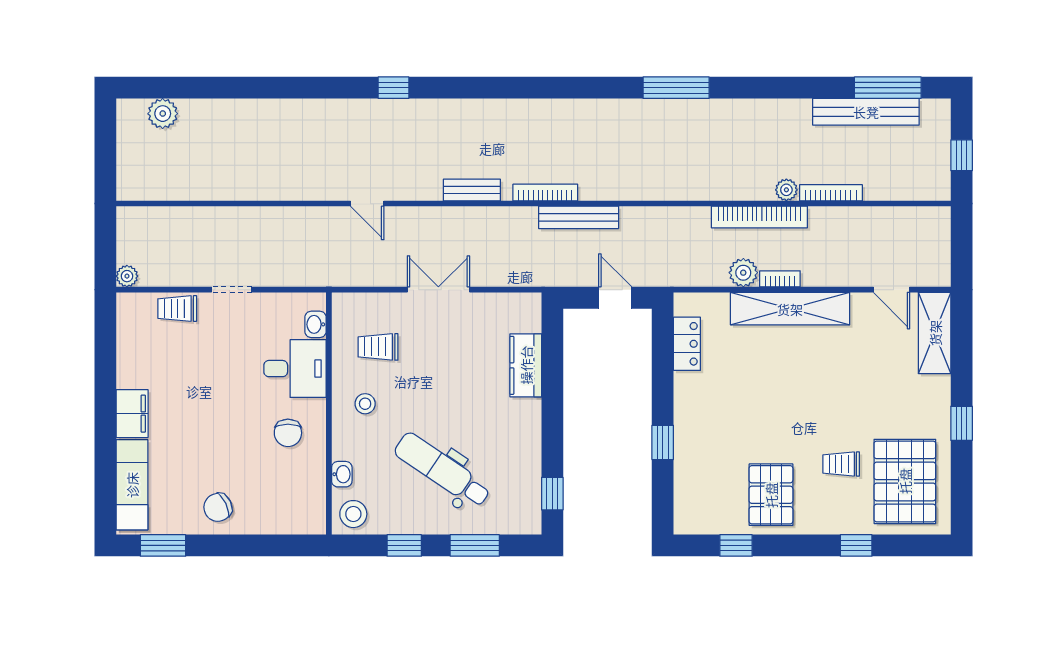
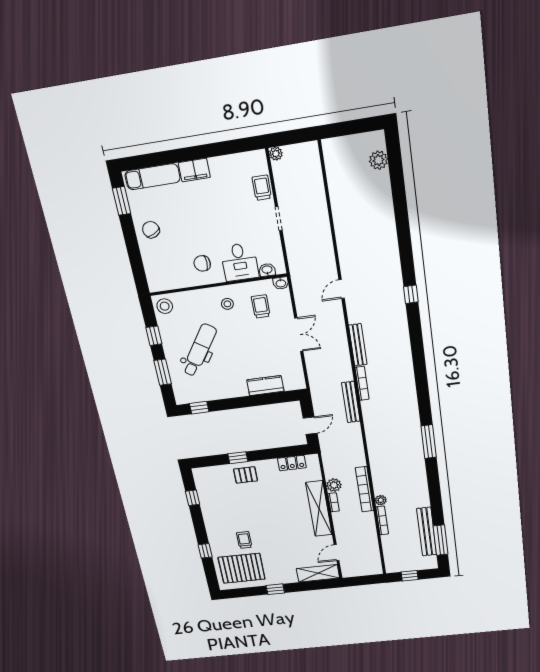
bench: (472, 190) -> (358, 345), width x1.36
washbasin: (342, 474) -> (281, 283), moved
pallet: (771, 495) -> (245, 475), moved, width x0.67, depth x0.71

